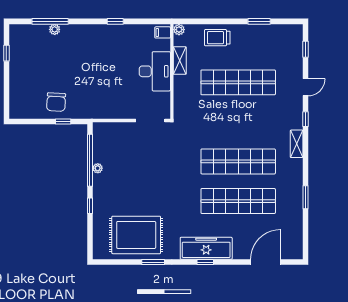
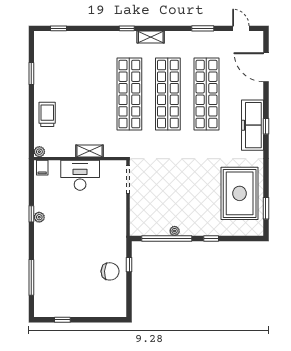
plant: (55, 29) -> (39, 217), moved
trolley: (217, 38) -> (47, 114), turned 180
shelving: (180, 61) -> (90, 151), moved
shop shelf: (238, 82) -> (129, 94), moved
door: (305, 87) -> (241, 28), moved
window: (153, 262) -> (266, 208), moved

